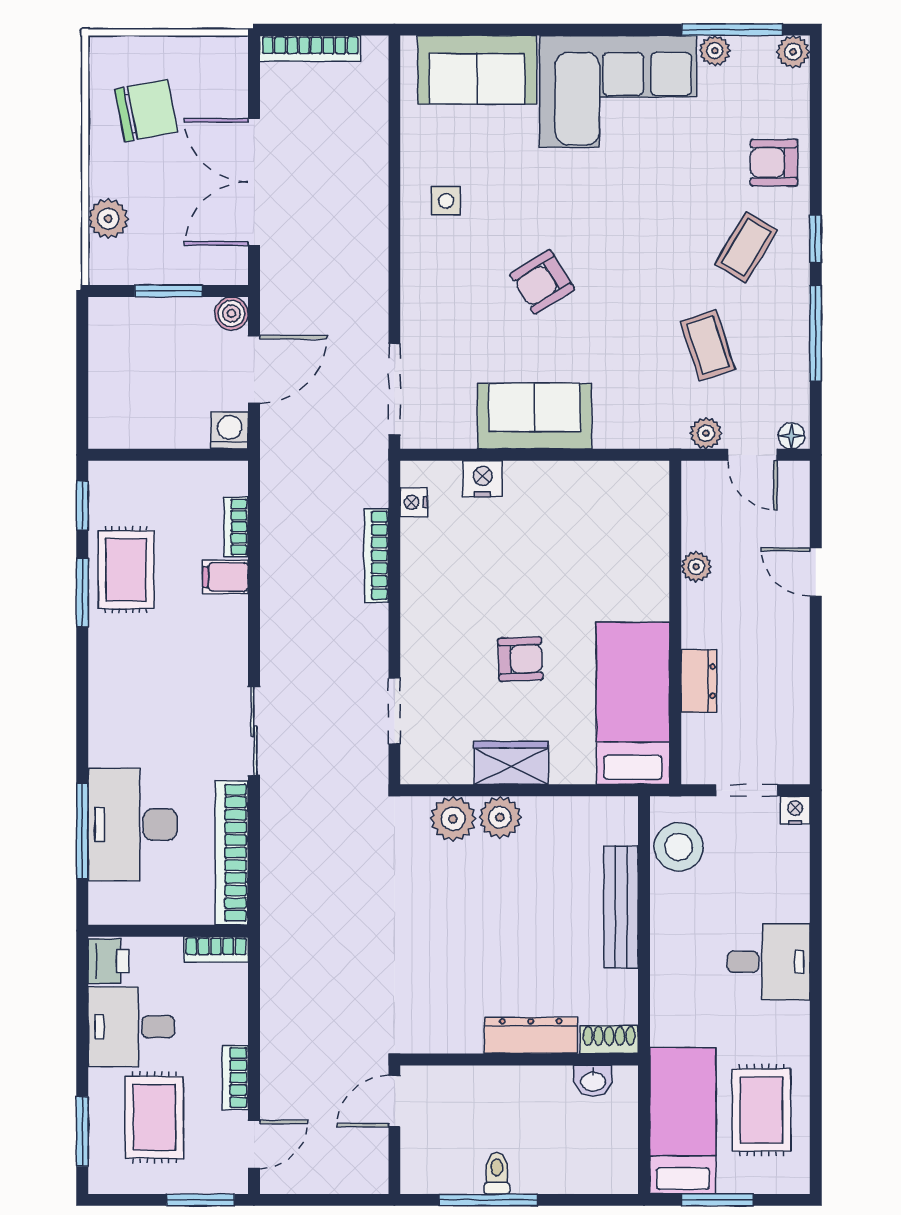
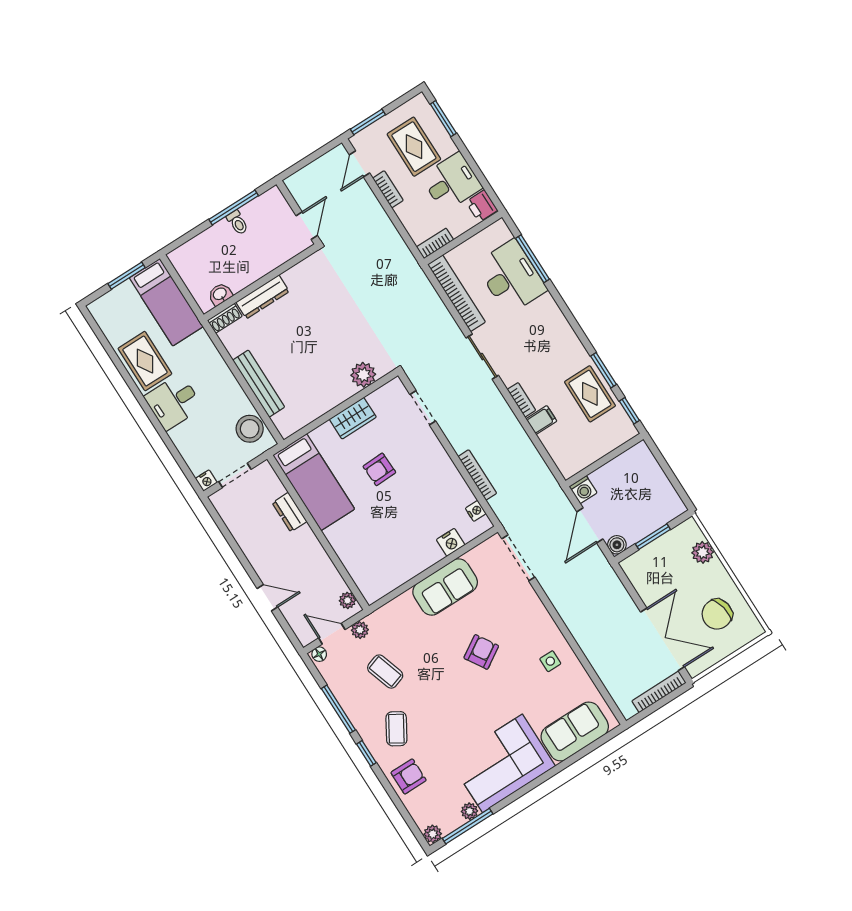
double door: (254, 182) -> (662, 639), moved
bookcase: (236, 527) -> (521, 400), moved
plant: (696, 567) -> (347, 600), moved
plant: (500, 817) -> (342, 389), removed
rug: (761, 1110) -> (145, 361), moved

